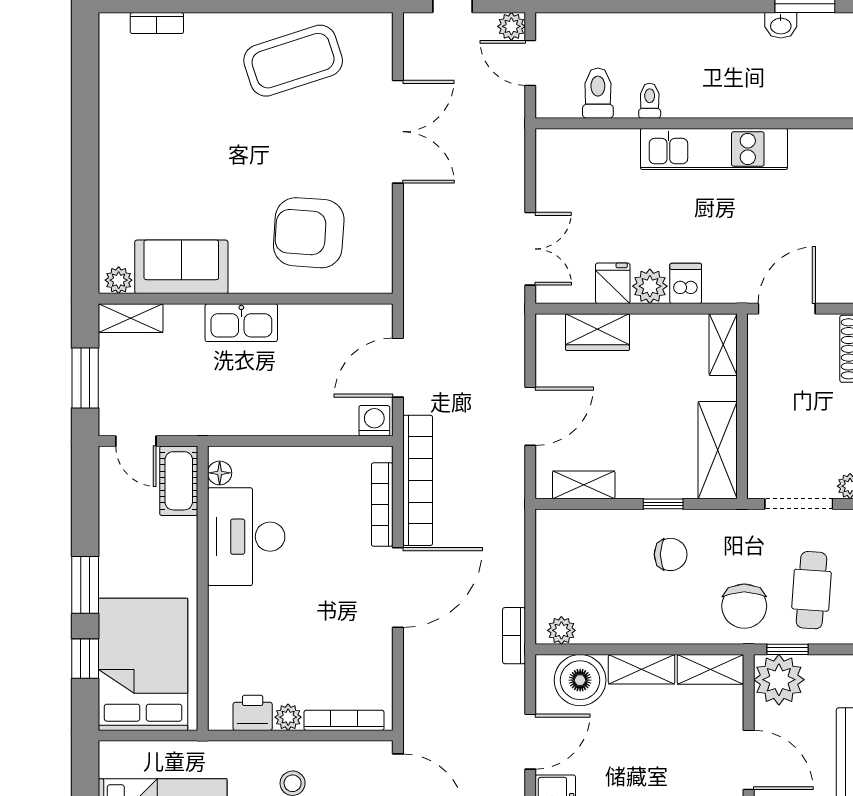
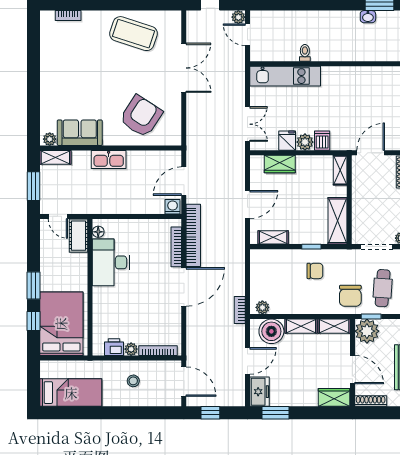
coffee table: (293, 61) -> (133, 34), turned 36
toilet: (598, 93) -> (280, 49), removed
kitchen unit: (714, 149) -> (285, 76), moved
armchair: (309, 233) -> (141, 116), turned 119

